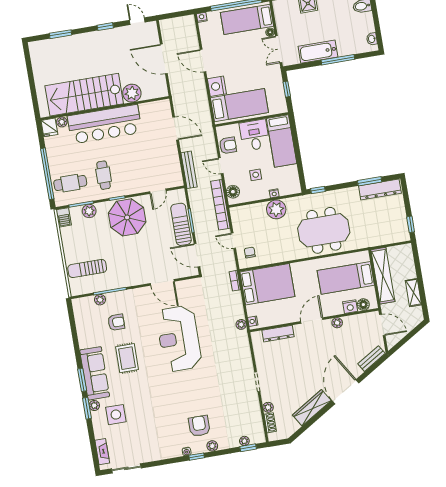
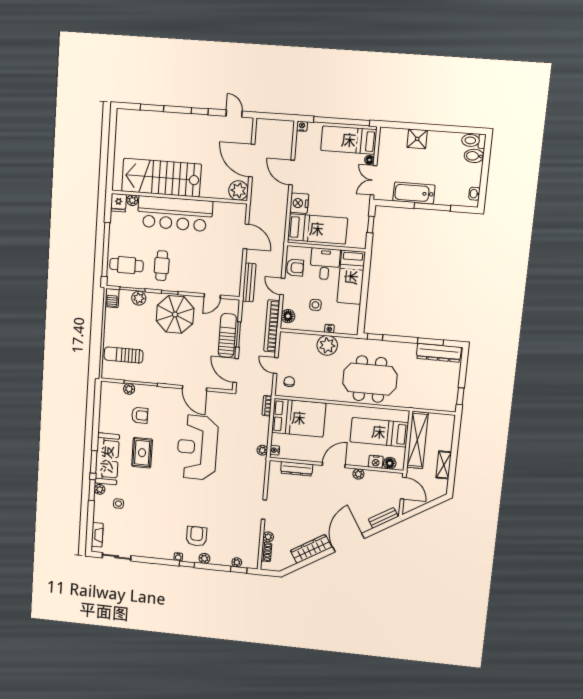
plant: (132, 93) -> (238, 190), moved
side table: (116, 415) -> (118, 504), width x0.54, depth x0.54

